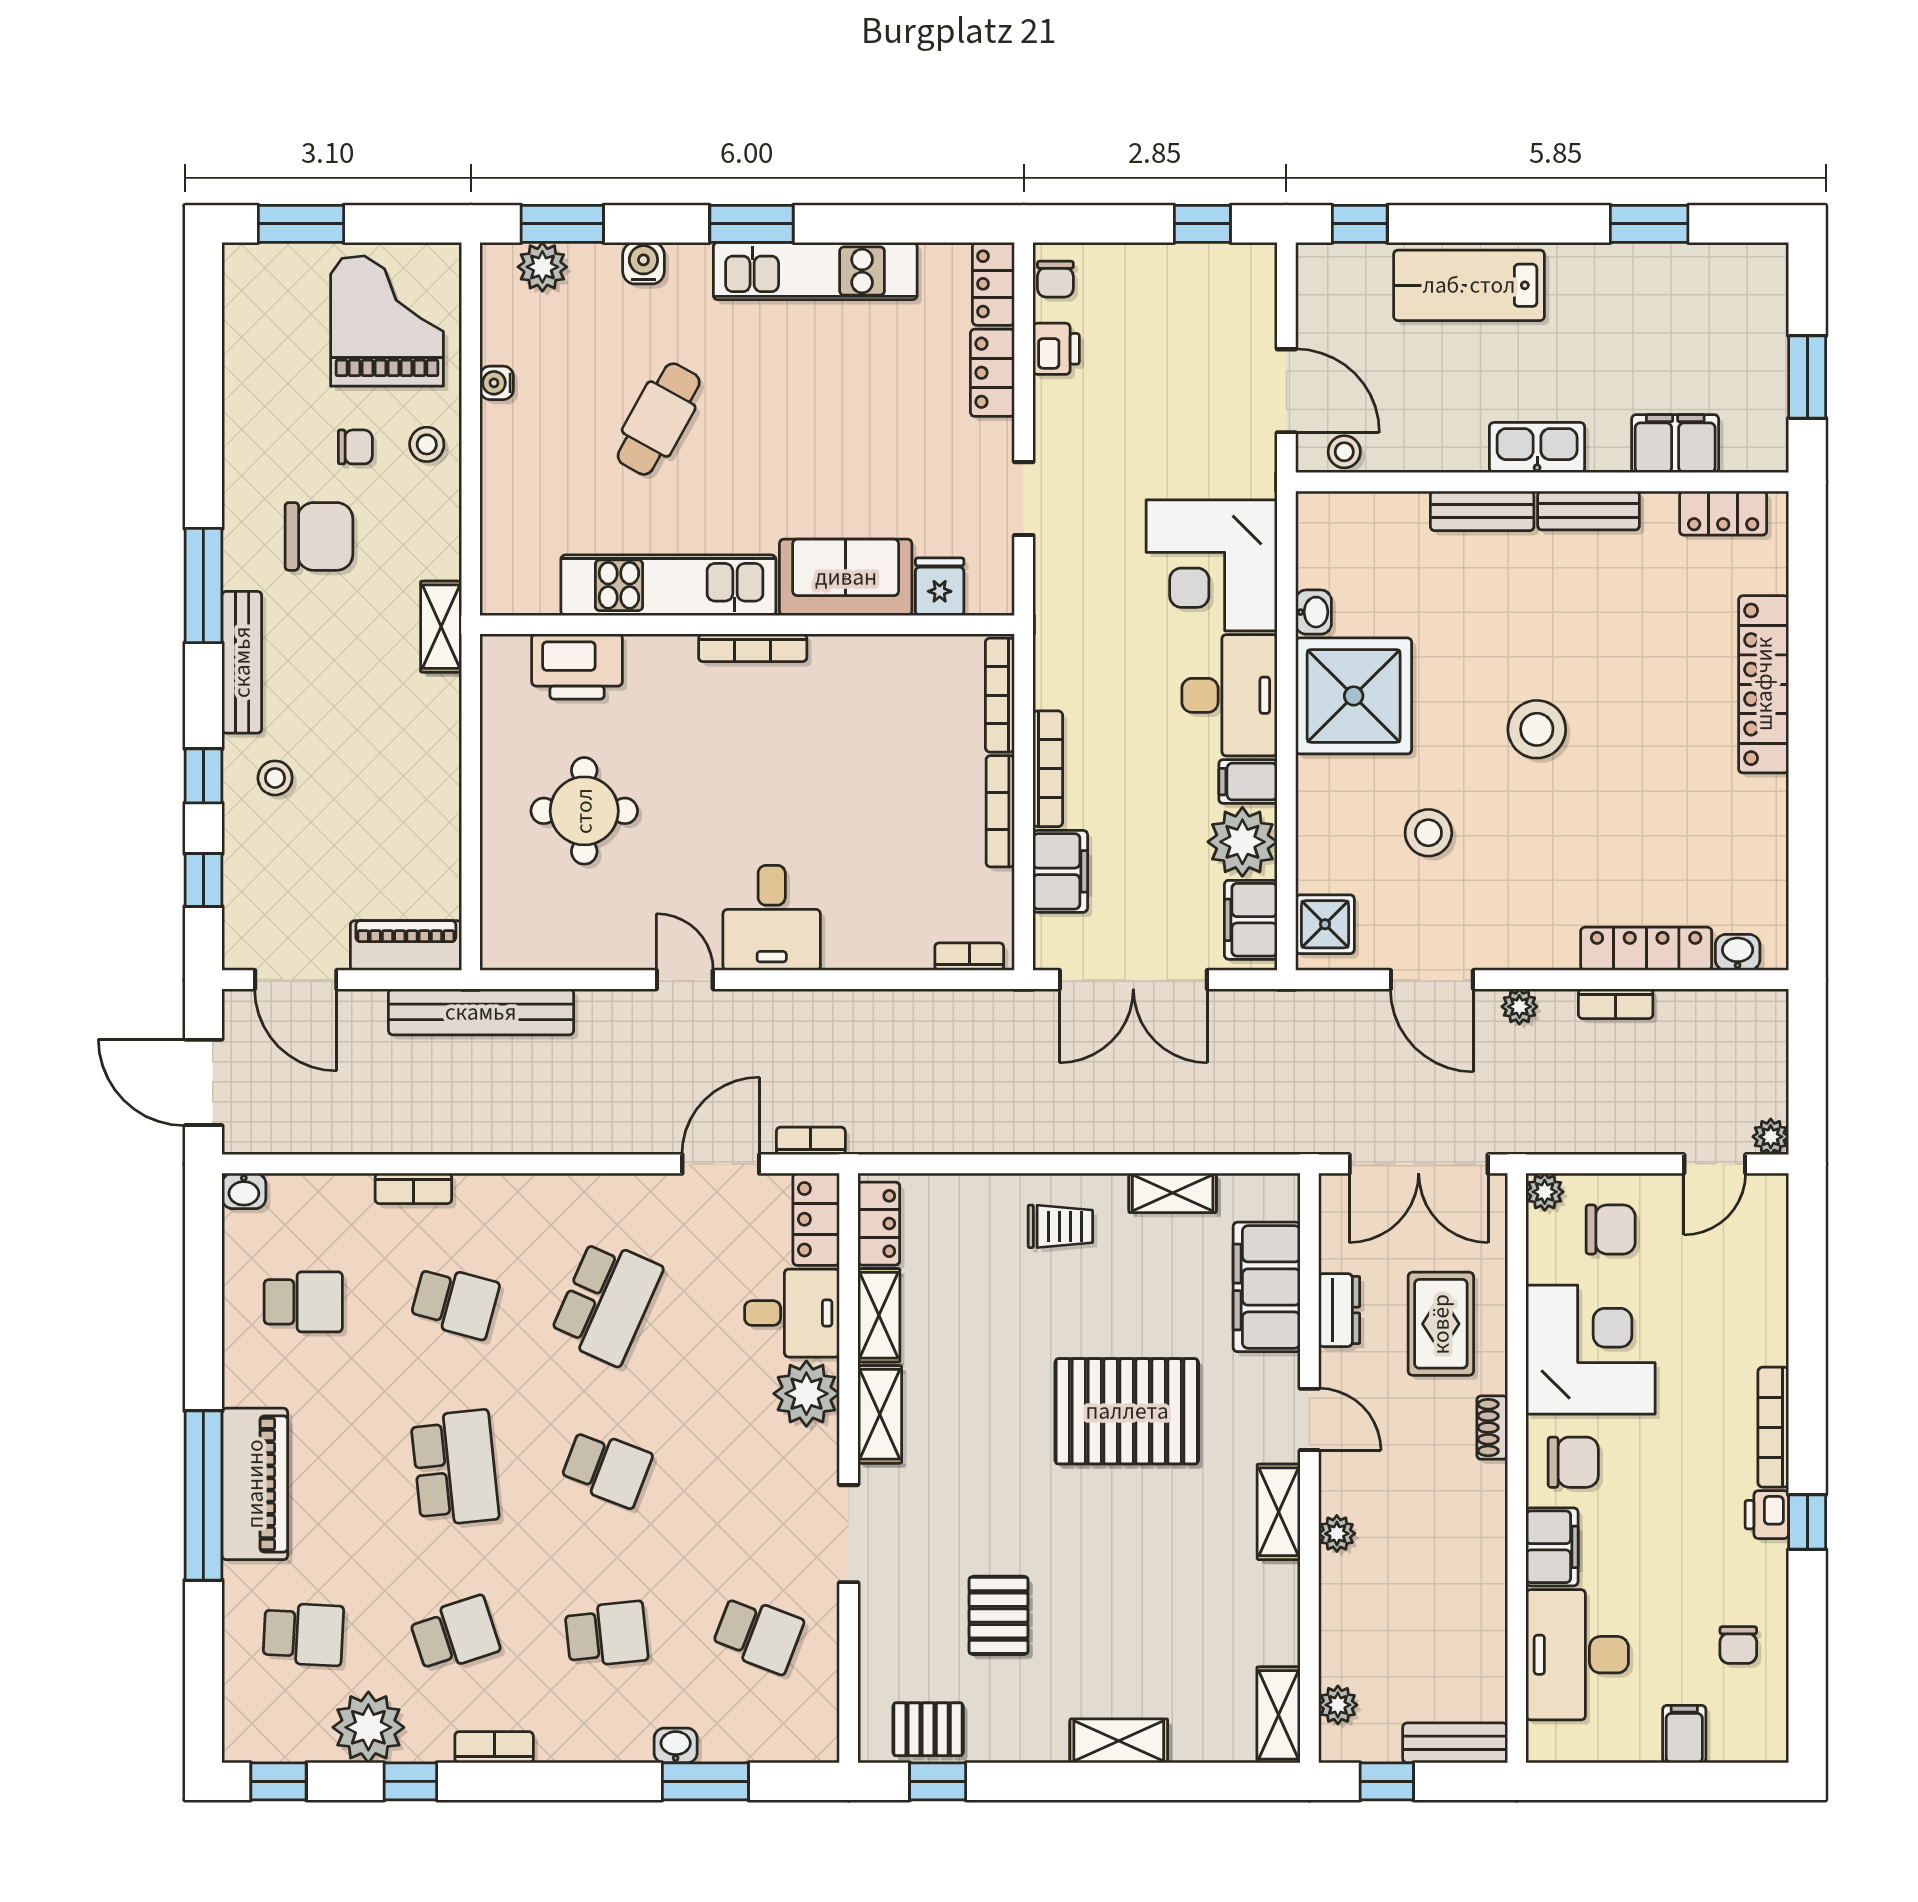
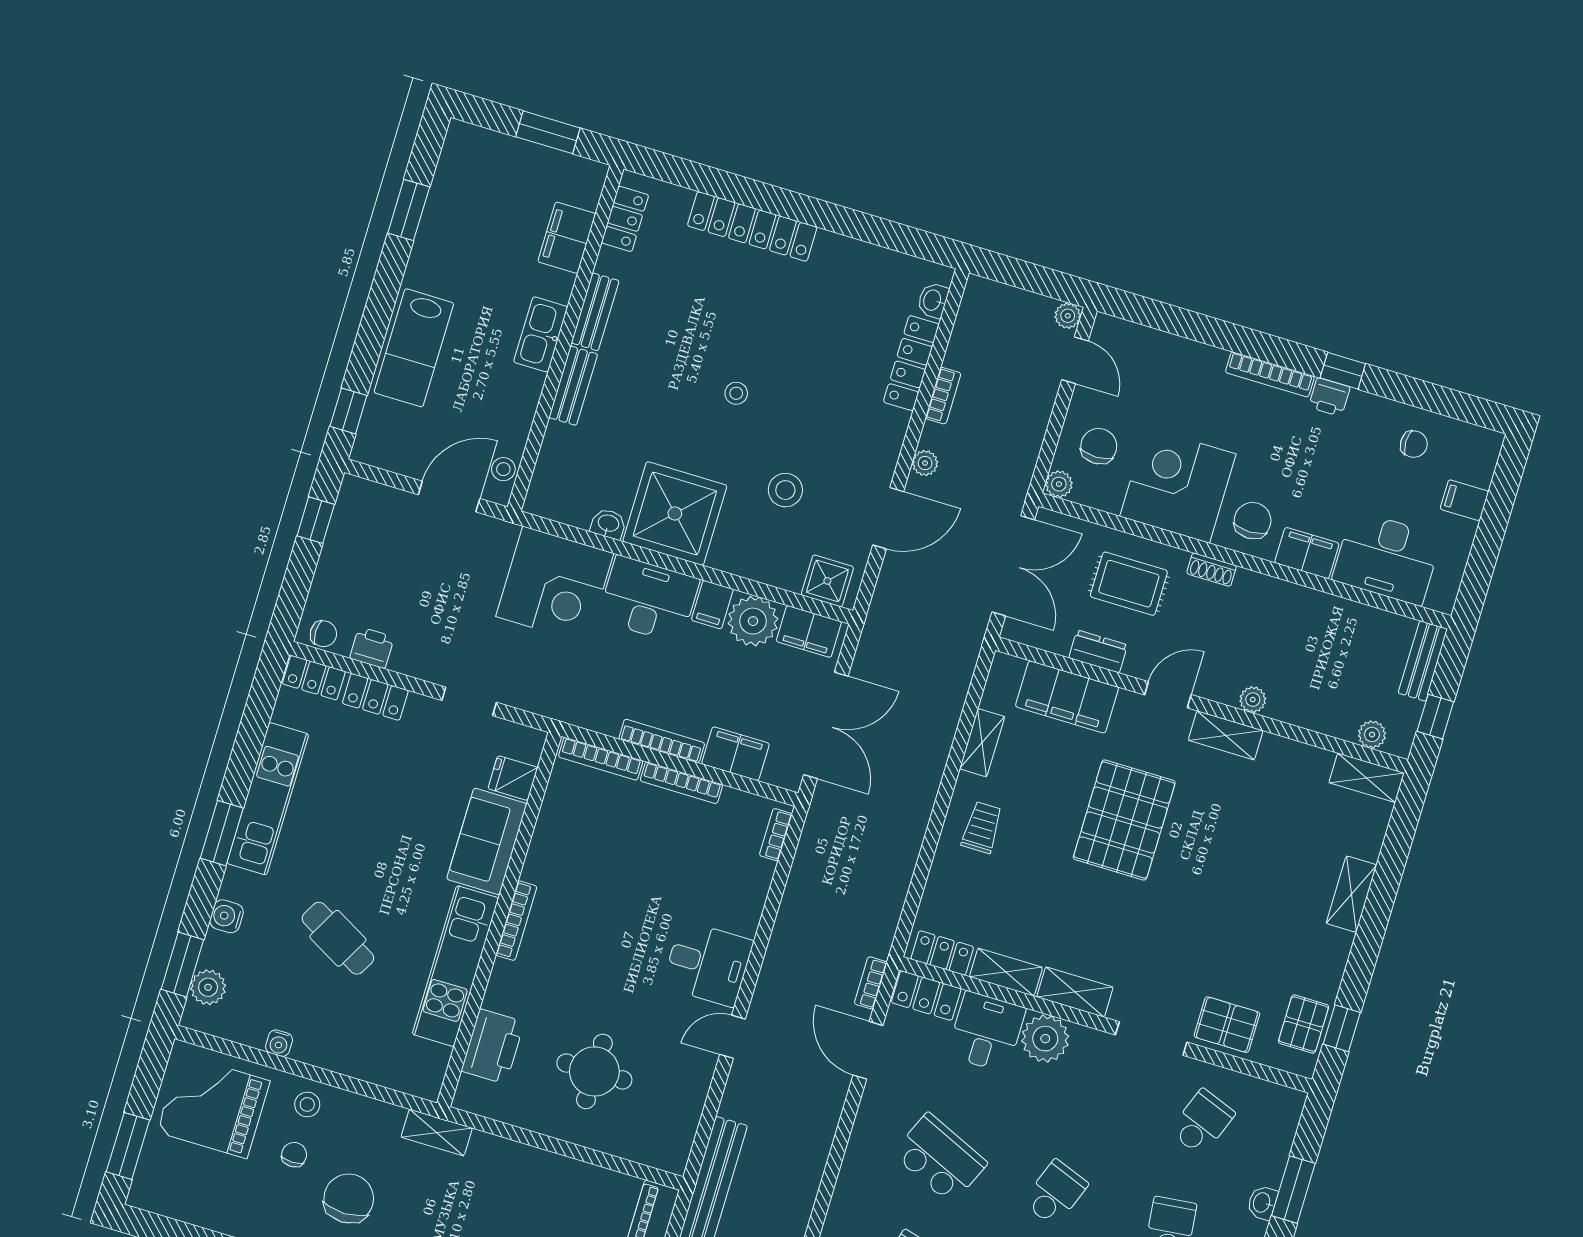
stool: (1537, 729) -> (736, 393), width x0.53, depth x0.53
pallet: (999, 1615) -> (1227, 1025), moved

